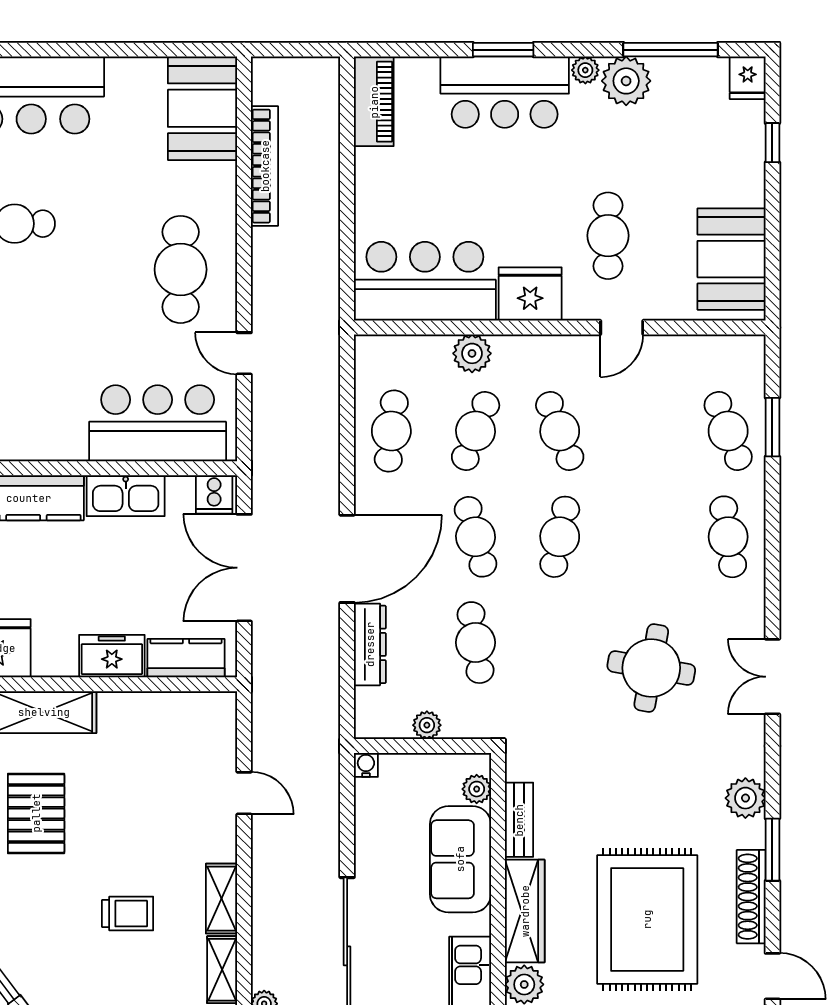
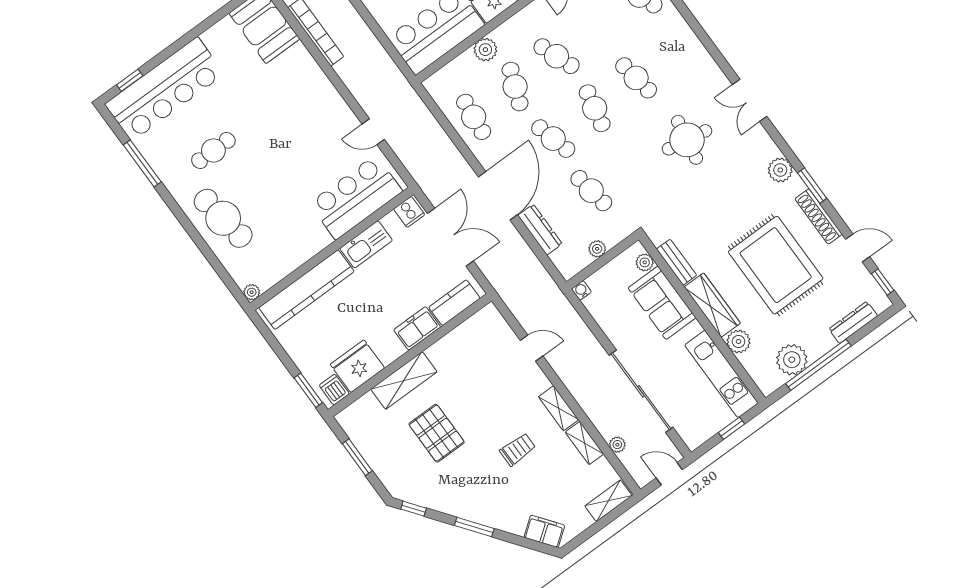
cafe table: (181, 269) -> (312, 113), removed
cafe table: (728, 537) -> (636, 78), moved
double door: (244, 568) -> (450, 237), swing flipped

